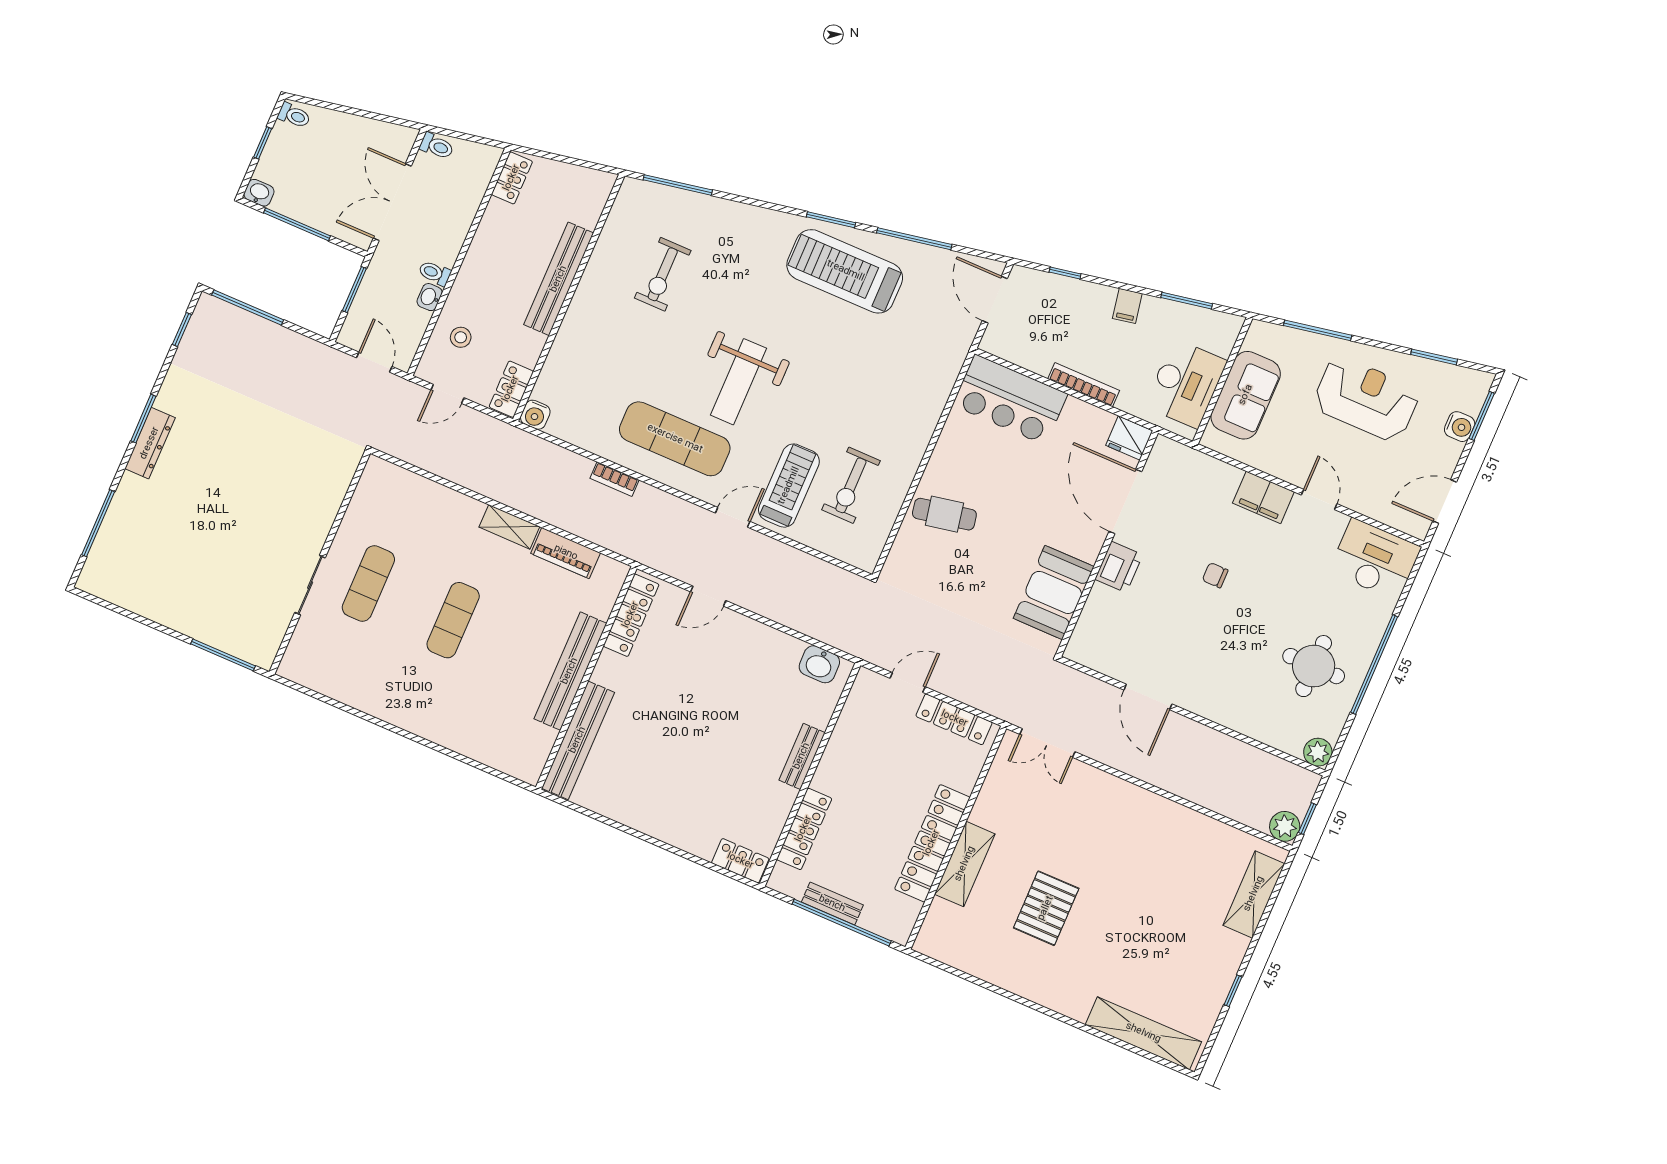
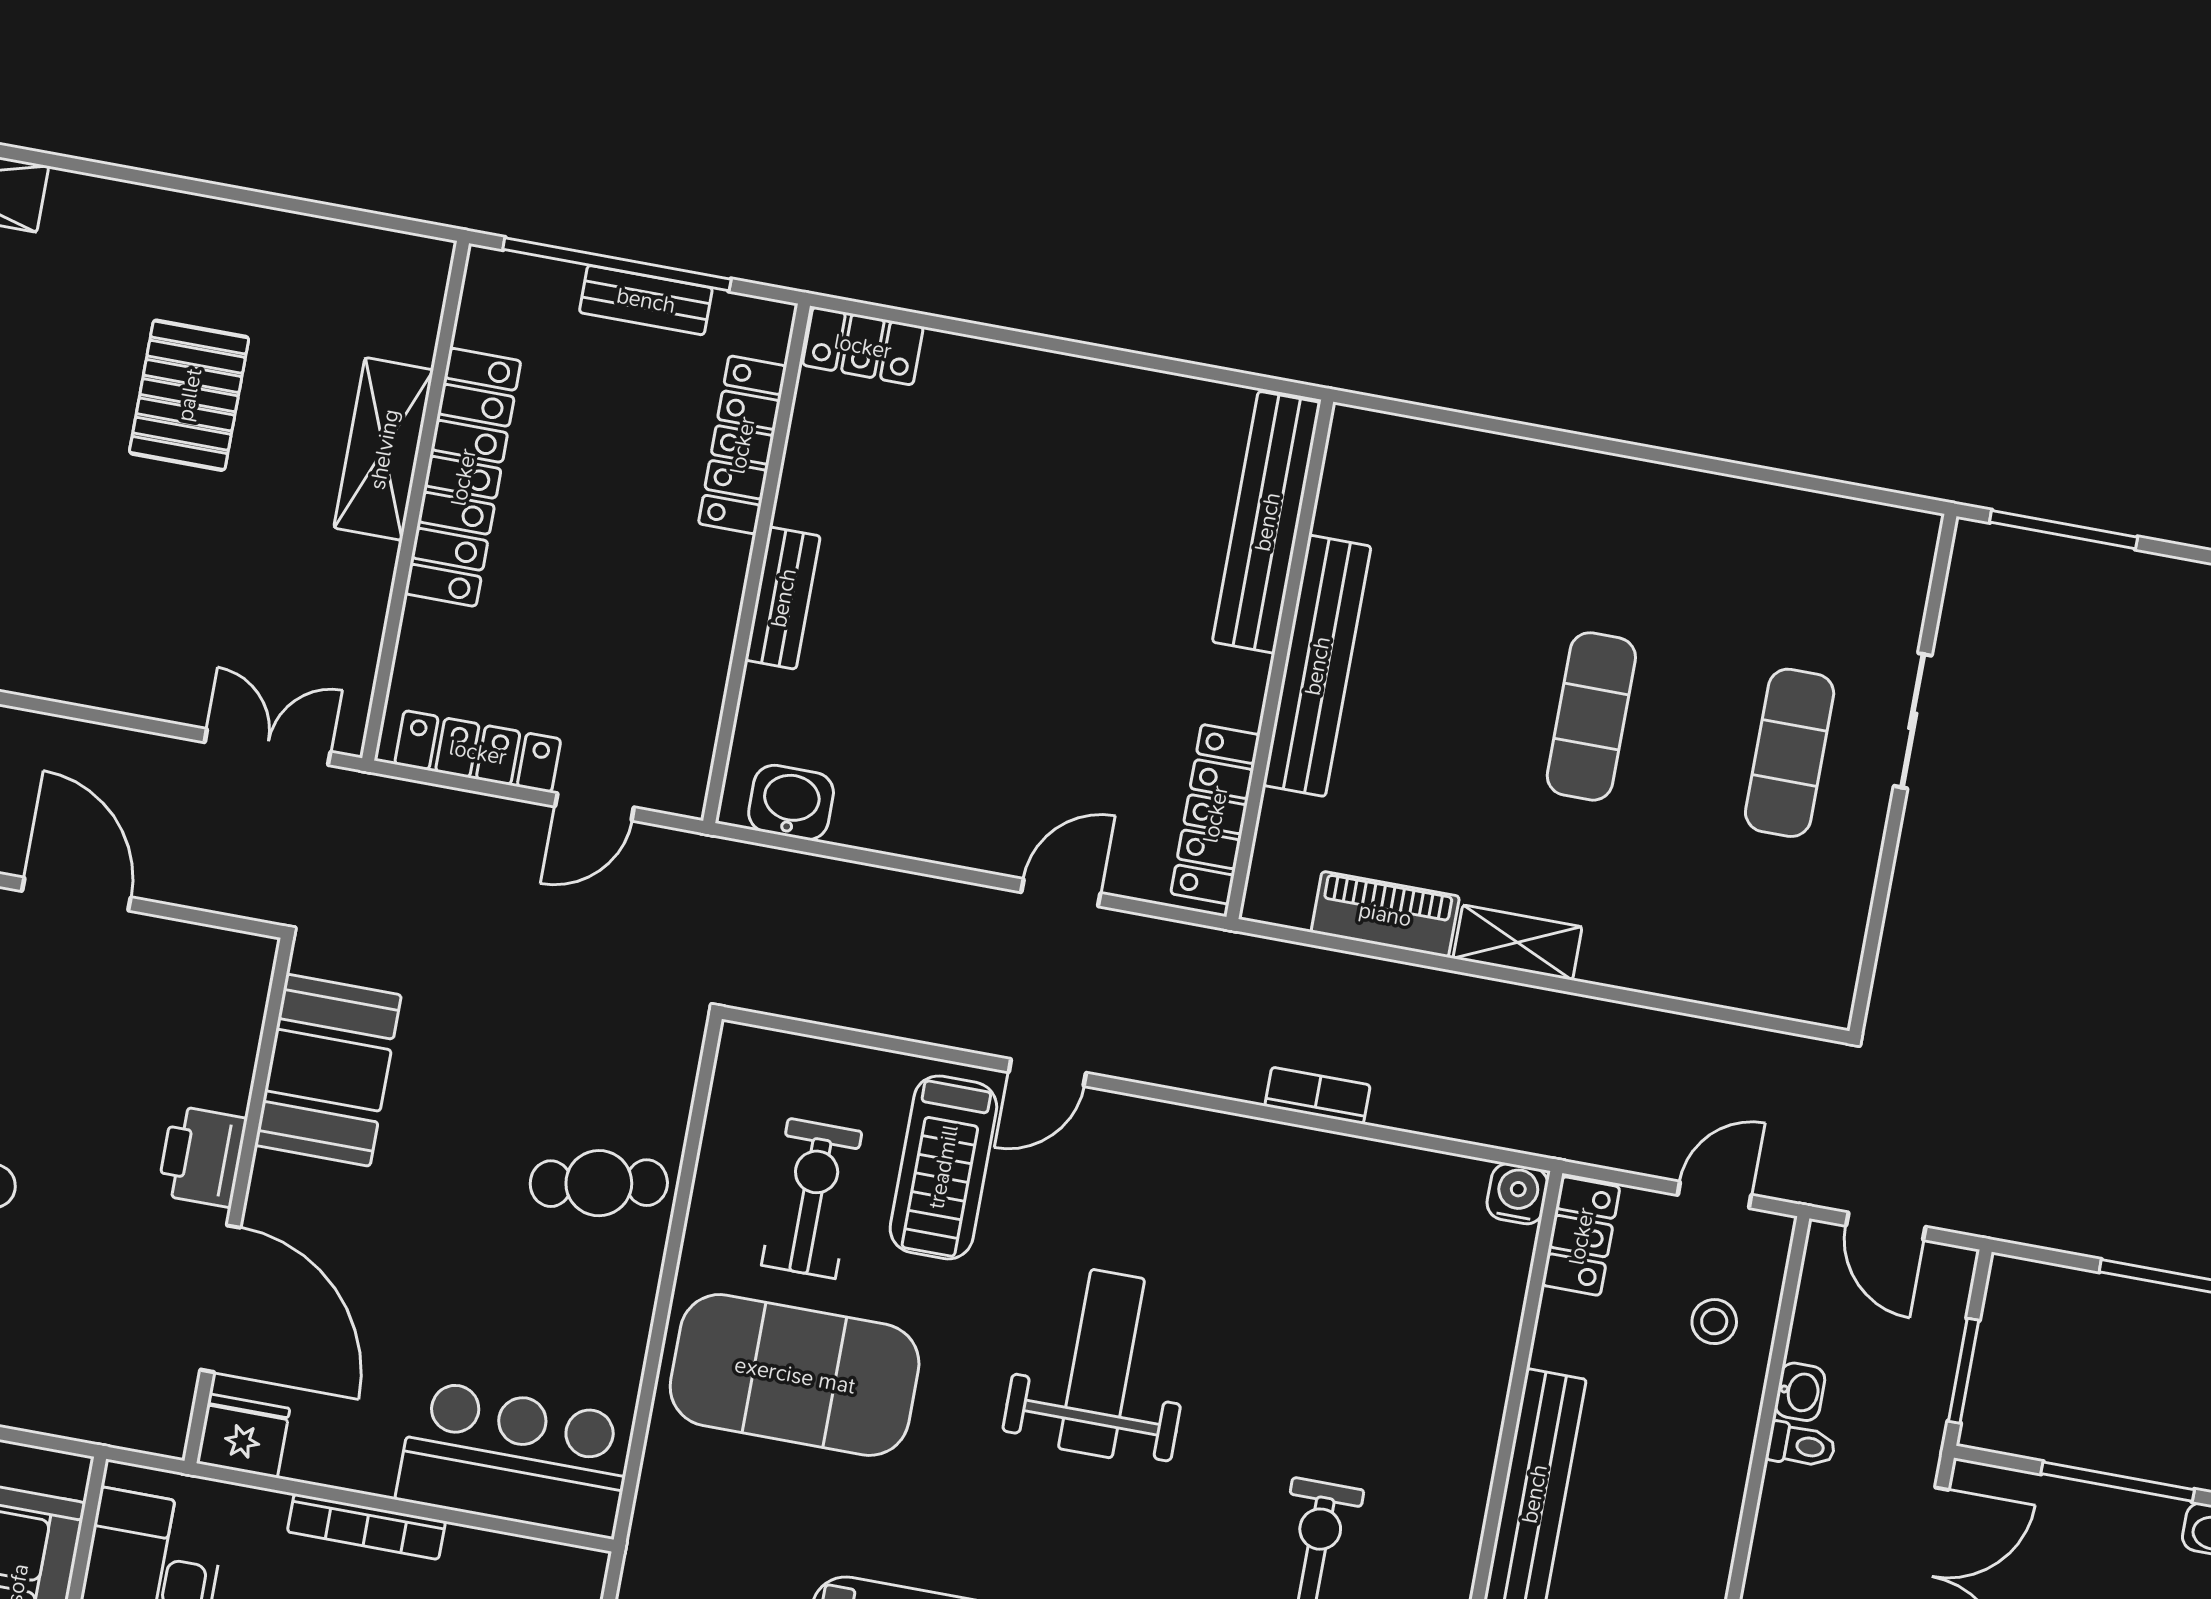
exercise mat: (675, 439) -> (795, 1375), moved, width x1.47

